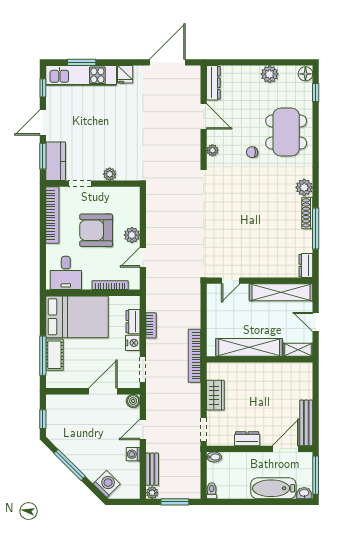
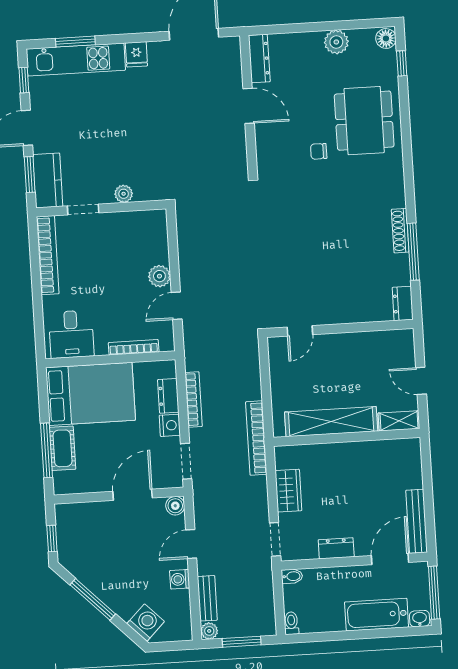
plant: (212, 150) -> (264, 152), removed
plant: (304, 187) -> (394, 196), removed
armchair: (96, 230) -> (110, 273), removed
shelving: (281, 292) -> (371, 343), removed
bookcase: (151, 325) -> (194, 399), width x1.56

